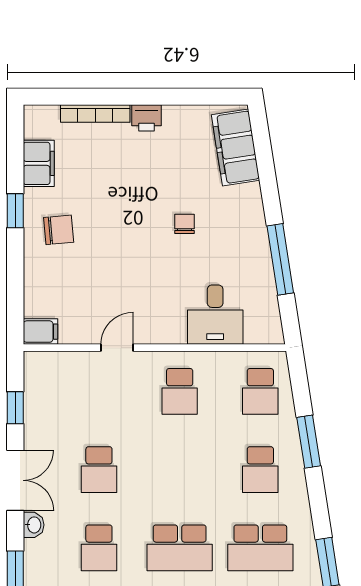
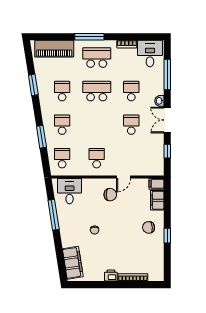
filing cabinet: (39, 163) -> (157, 200), moved
chair: (148, 306) -> (110, 195), added
desk: (215, 315) -> (70, 191), moved
school desk: (260, 548) -> (62, 91), width x0.54

